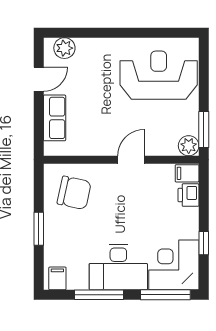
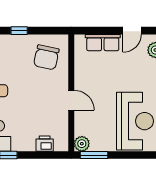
door: (39, 79) -> (132, 31), hinge flipped
filing cabinet: (187, 173) -> (61, 143), removed
window: (39, 229) -> (19, 31), width x0.67

